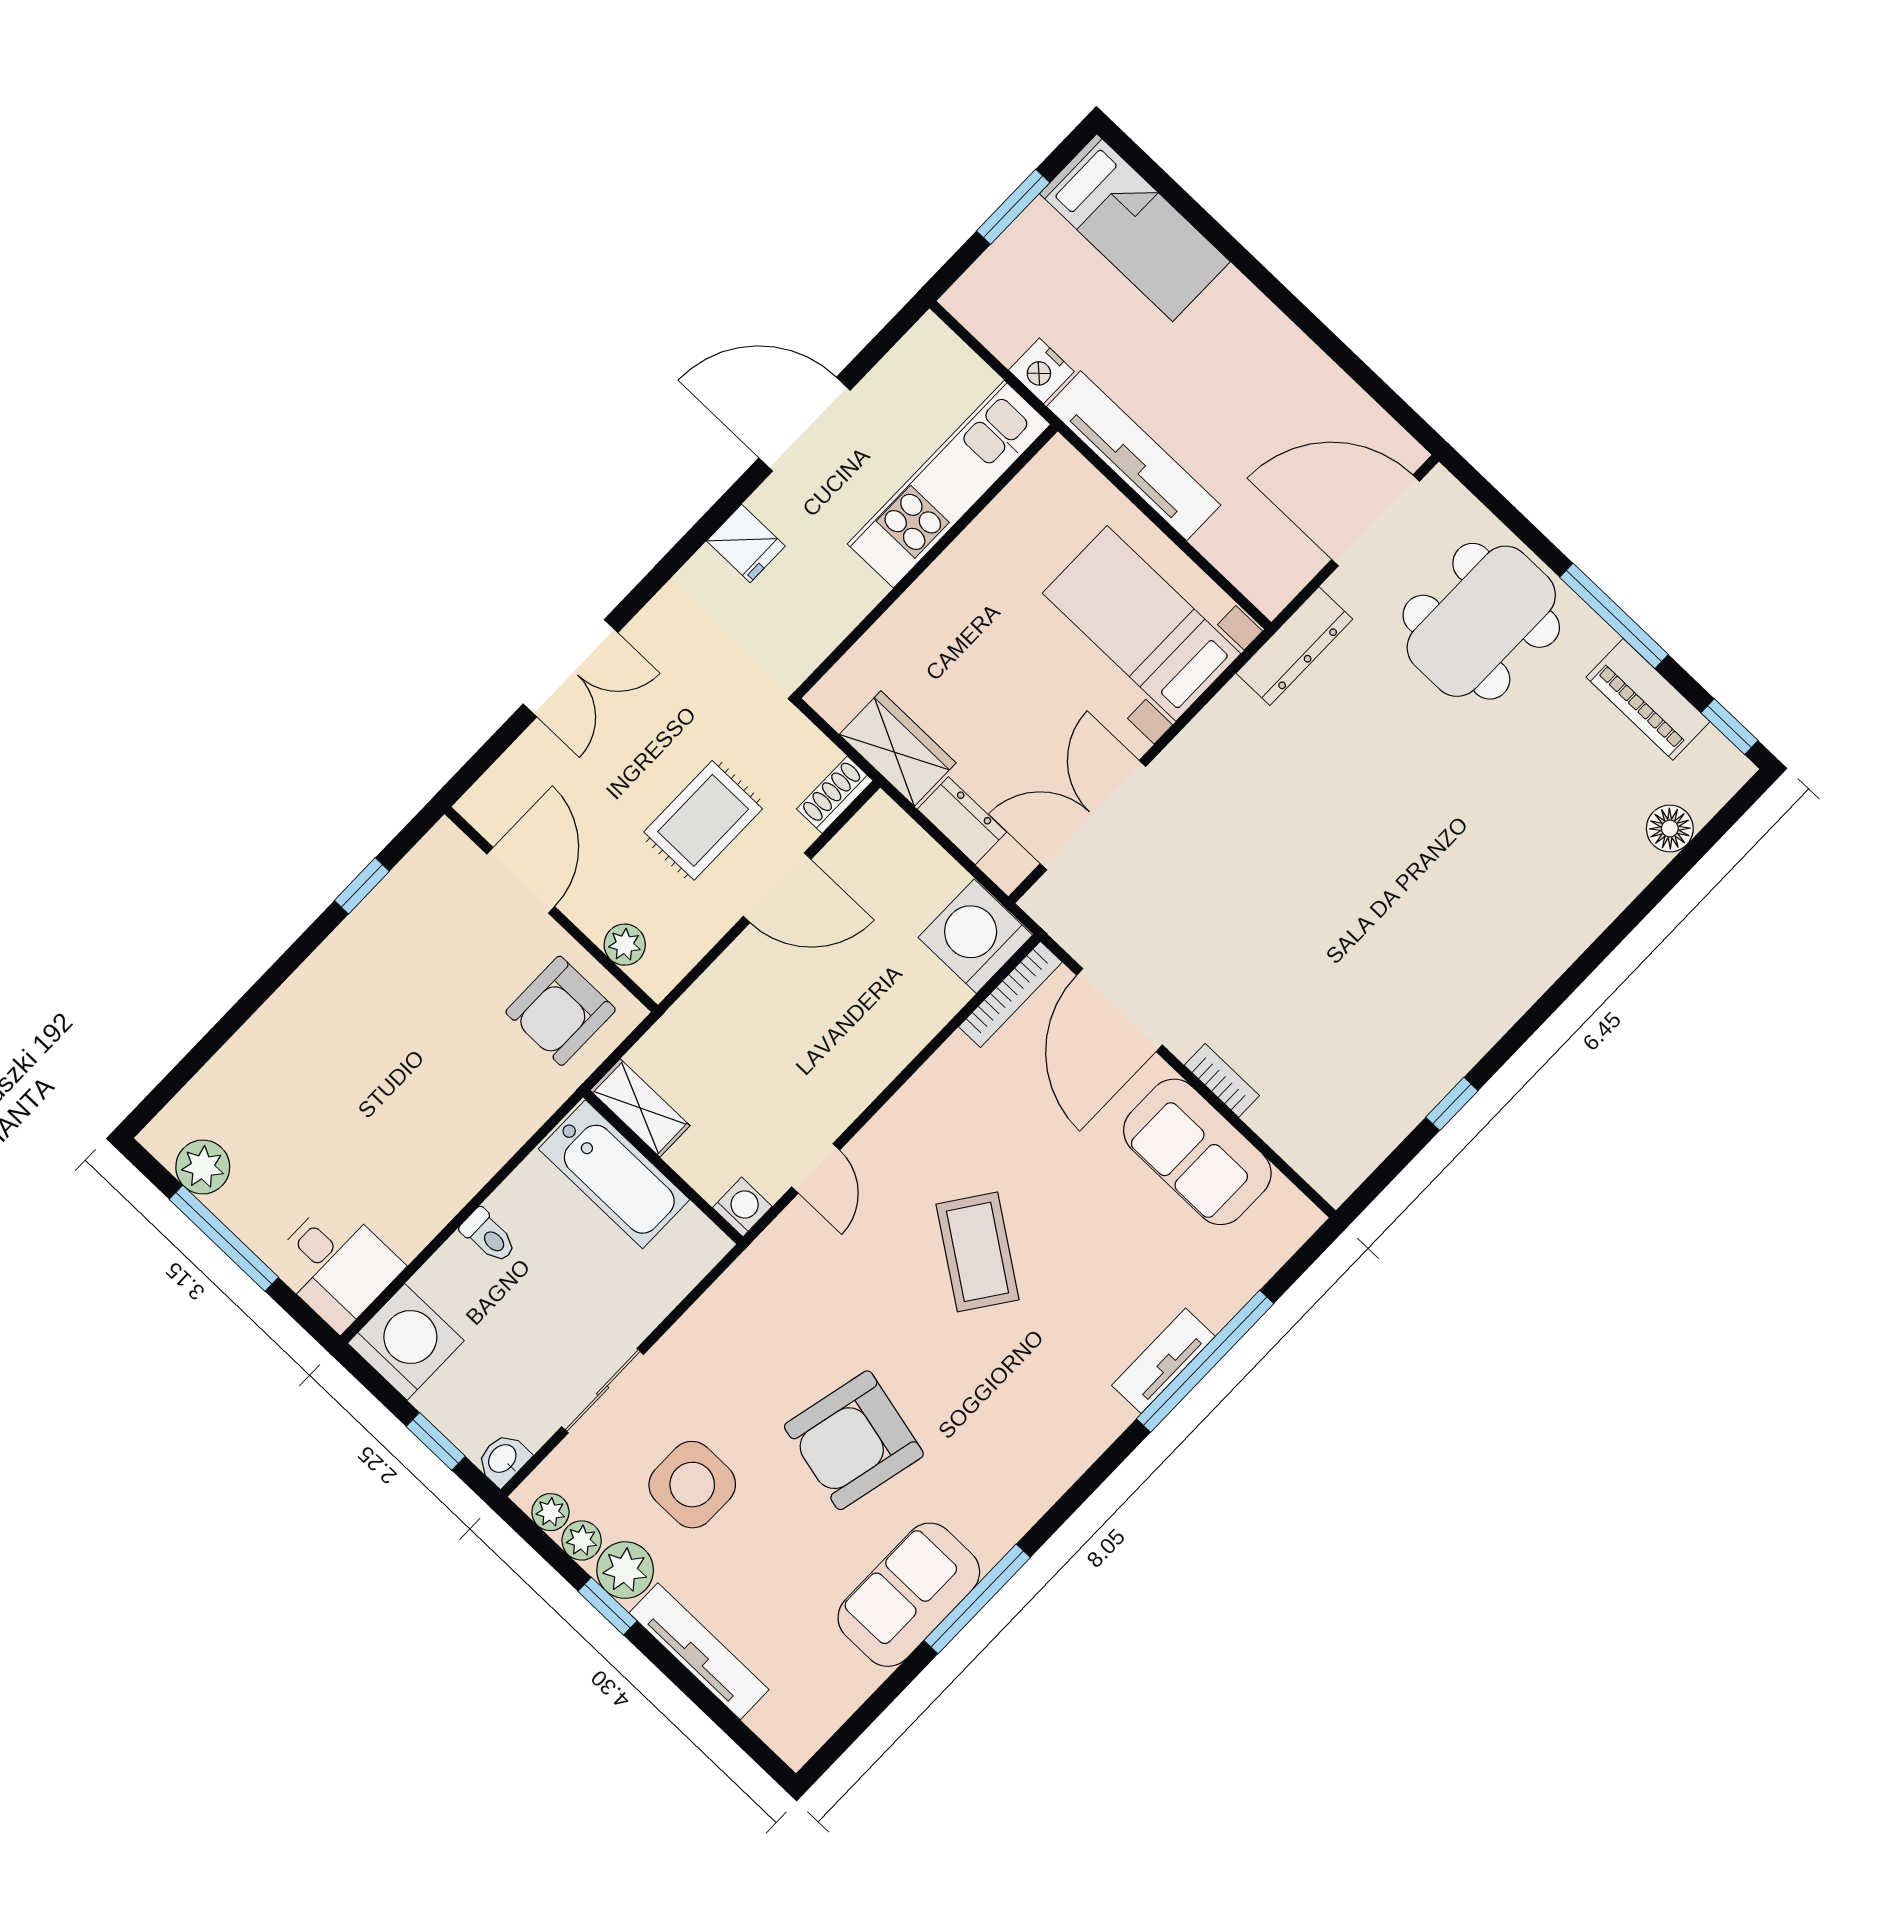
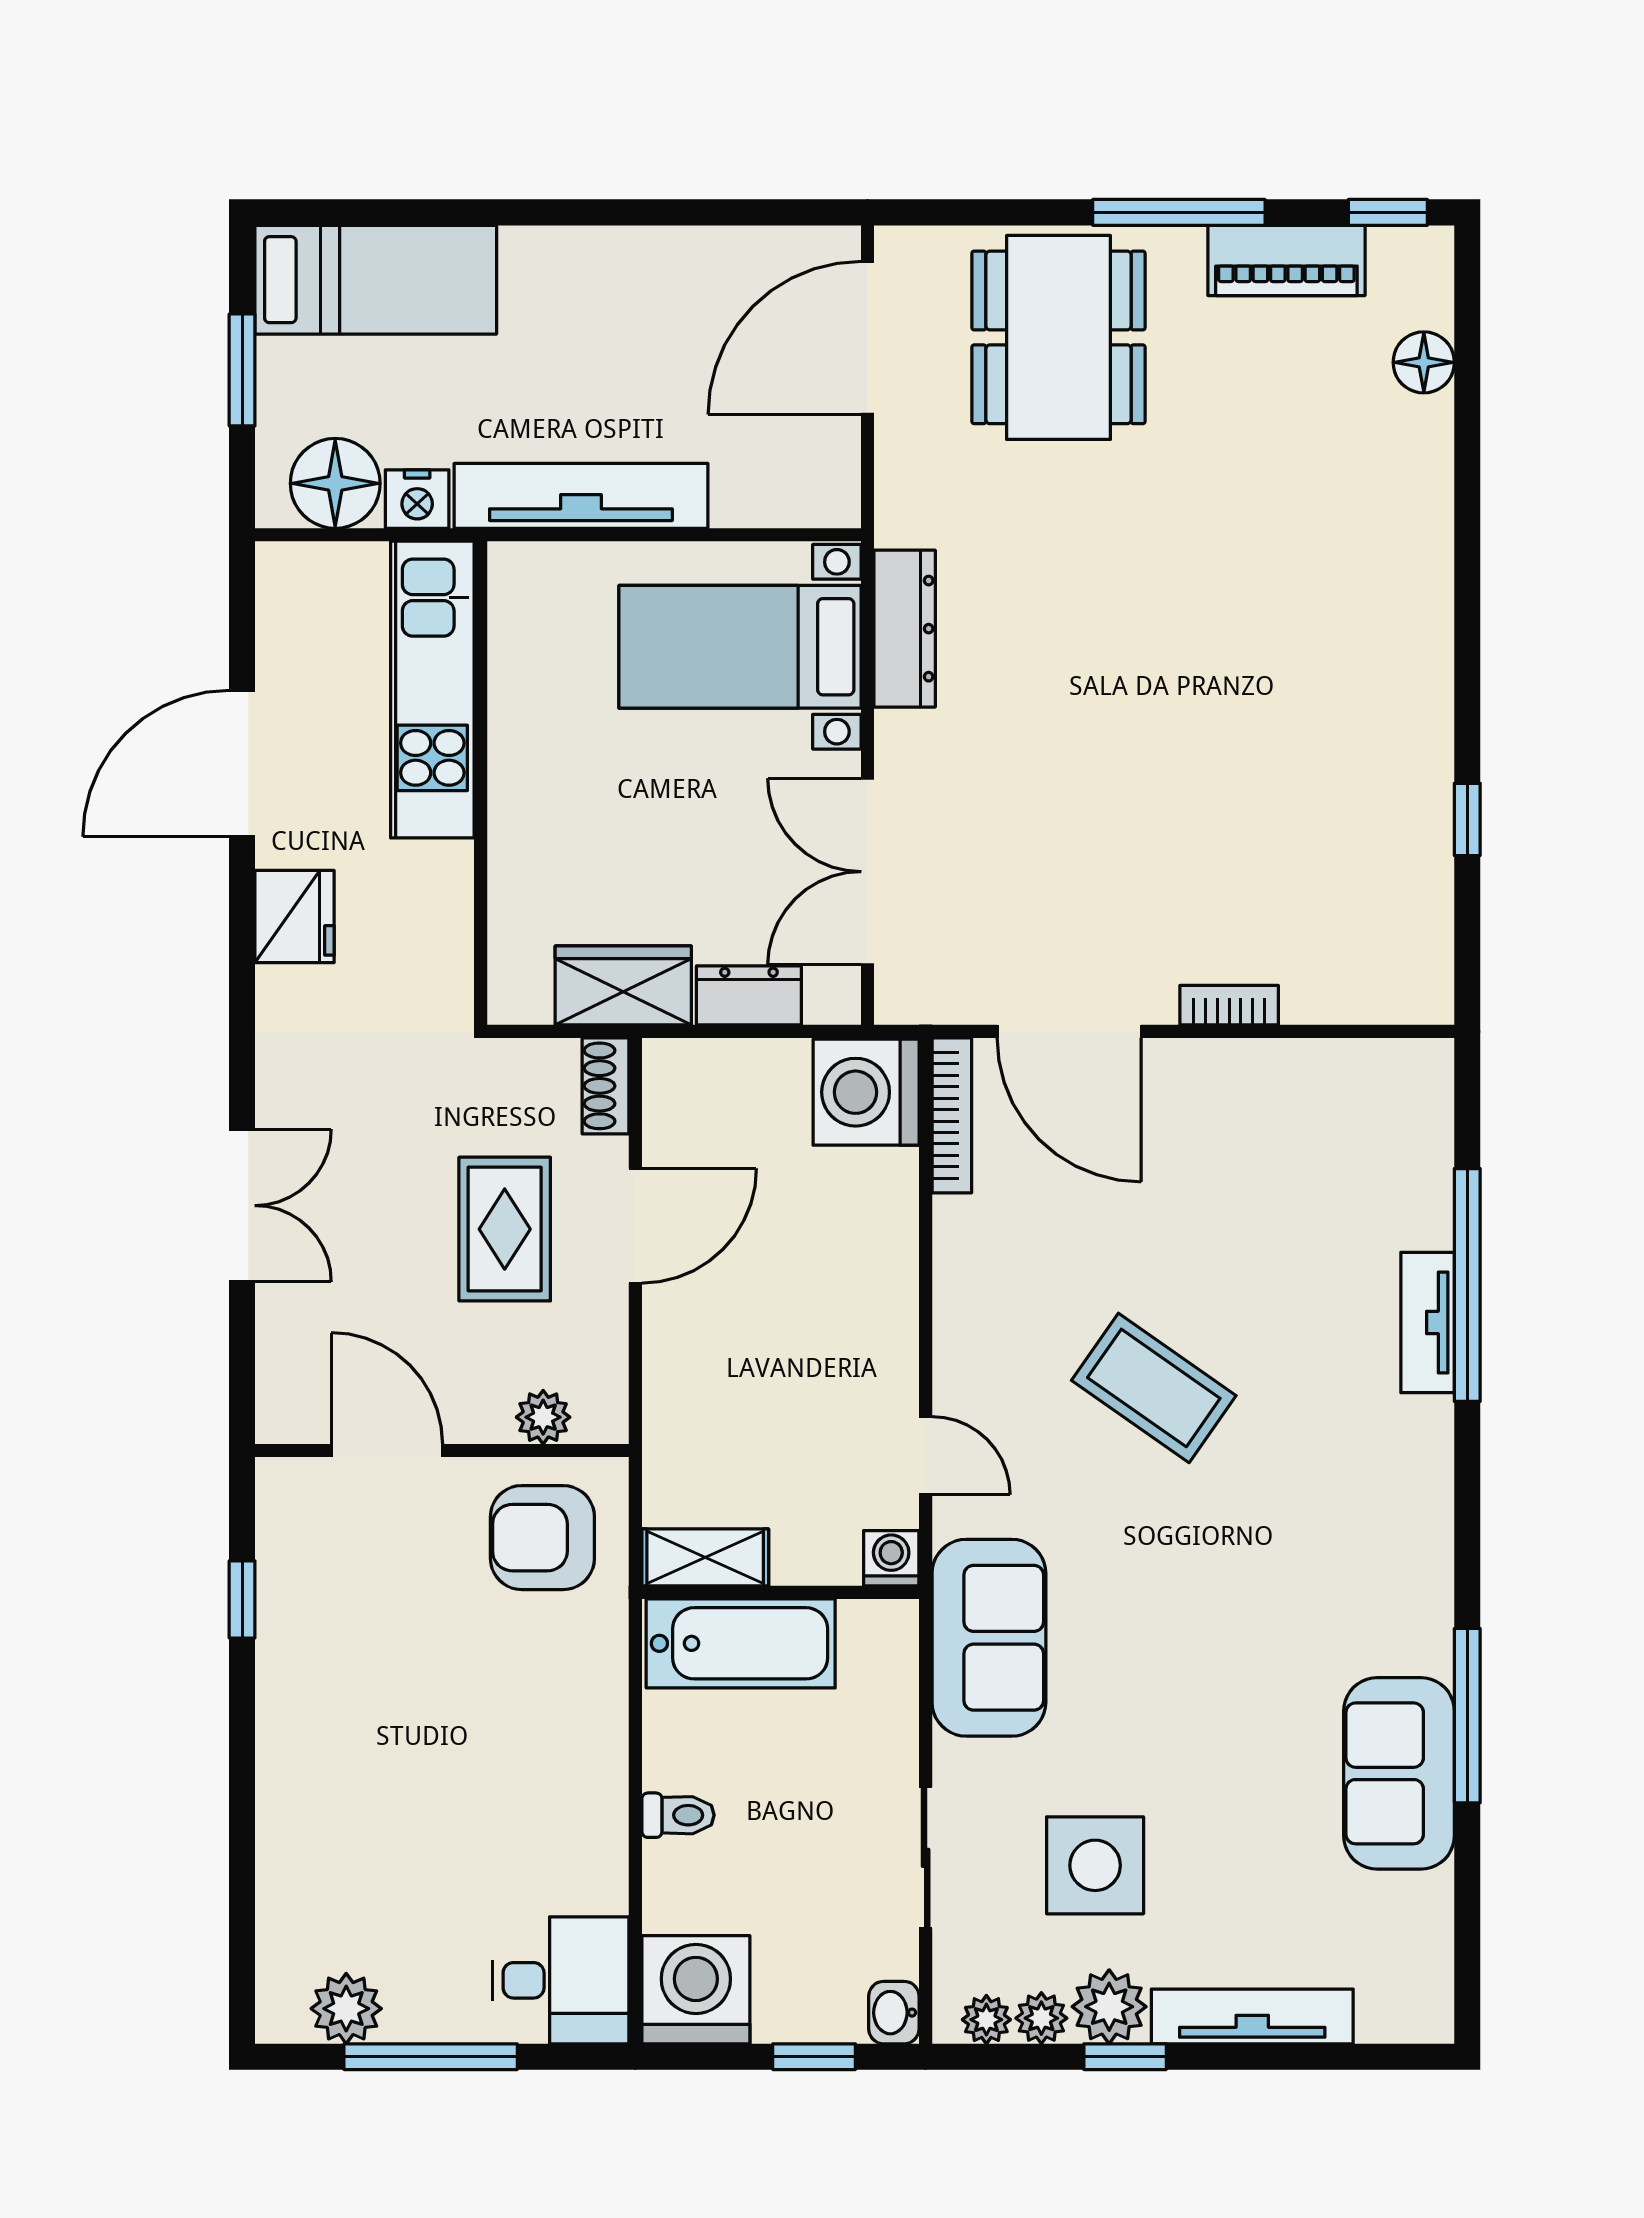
floor lamp: (1005, 319) -> (335, 483), added
fridge: (746, 544) -> (295, 917), width x1.38
dresser: (1294, 646) -> (905, 629), moved
armchair: (561, 1011) -> (542, 1538), turned 90
sofa: (1197, 1152) -> (989, 1638), moved, turned -90
armchair: (854, 1440) -> (1207, 1677), removed

